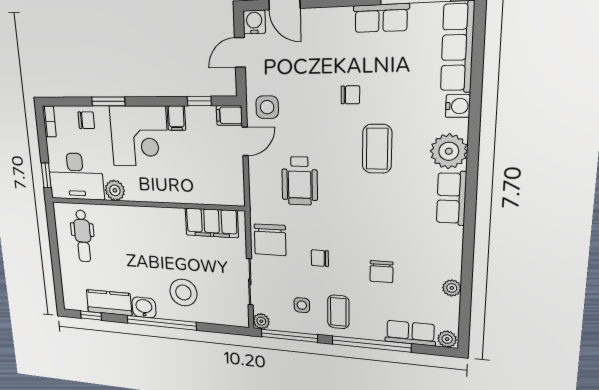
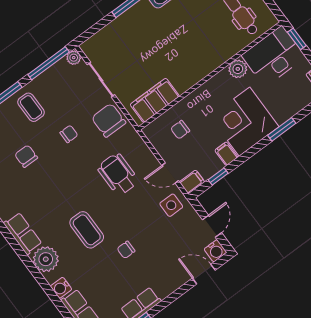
chair: (86, 120) -> (180, 130), moved
door: (245, 141) -> (170, 173), hinge flipped
stool: (183, 293) -> (140, 33), removed
side table: (302, 305) -> (56, 92), removed

